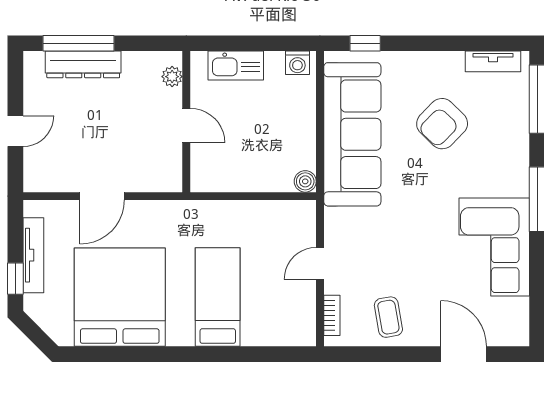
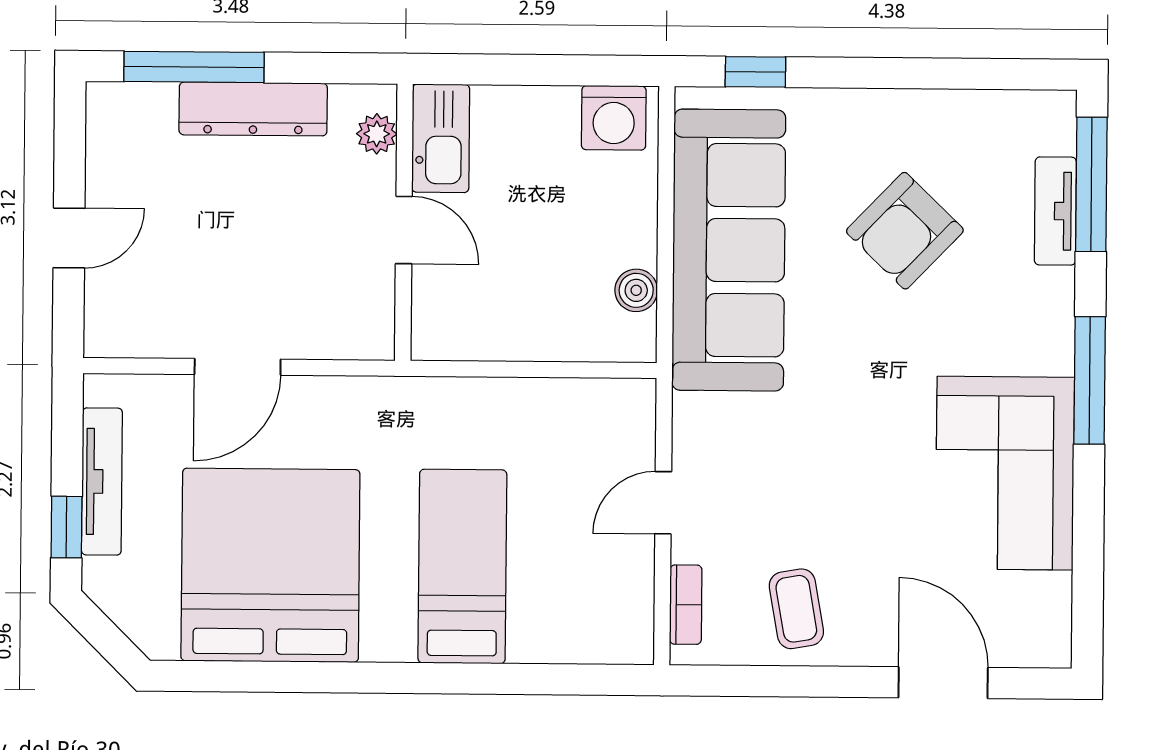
tv unit: (493, 61) -> (1055, 211), moved, turned 90
washing machine: (297, 63) -> (614, 118), width x1.38, depth x1.38
dresser: (83, 64) -> (253, 109), moved
kitchen sink: (236, 65) -> (441, 138), moved, turned -90
boiler: (305, 181) -> (636, 290), moved

